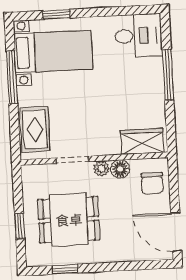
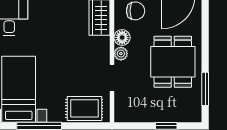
dining table: (69, 220) -> (173, 62), moved
window: (65, 269) -> (205, 89), width x1.50

